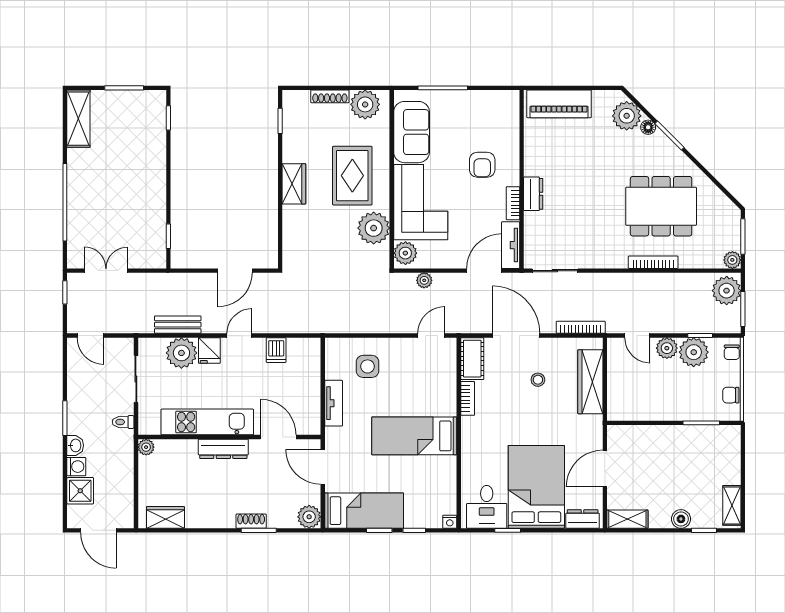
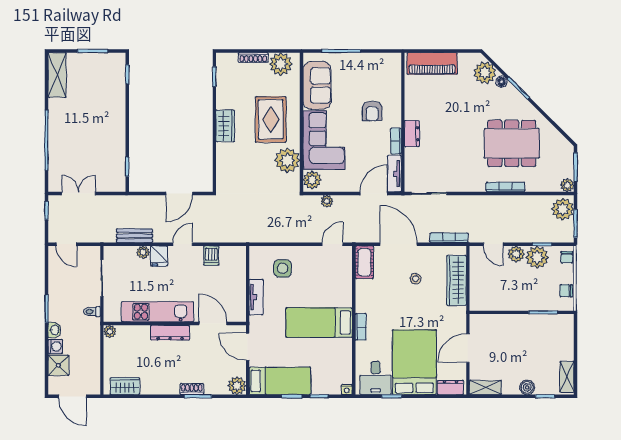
plant: (181, 353) -> (143, 252), width x0.53, depth x0.53
bookcase: (468, 398) -> (361, 327), moved

